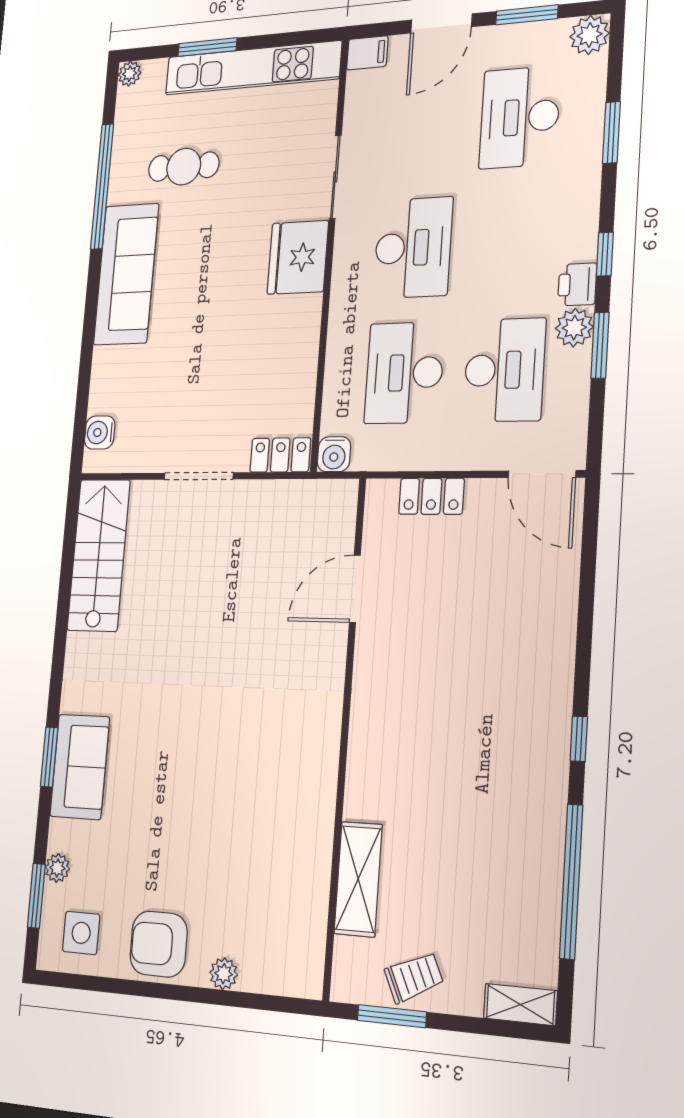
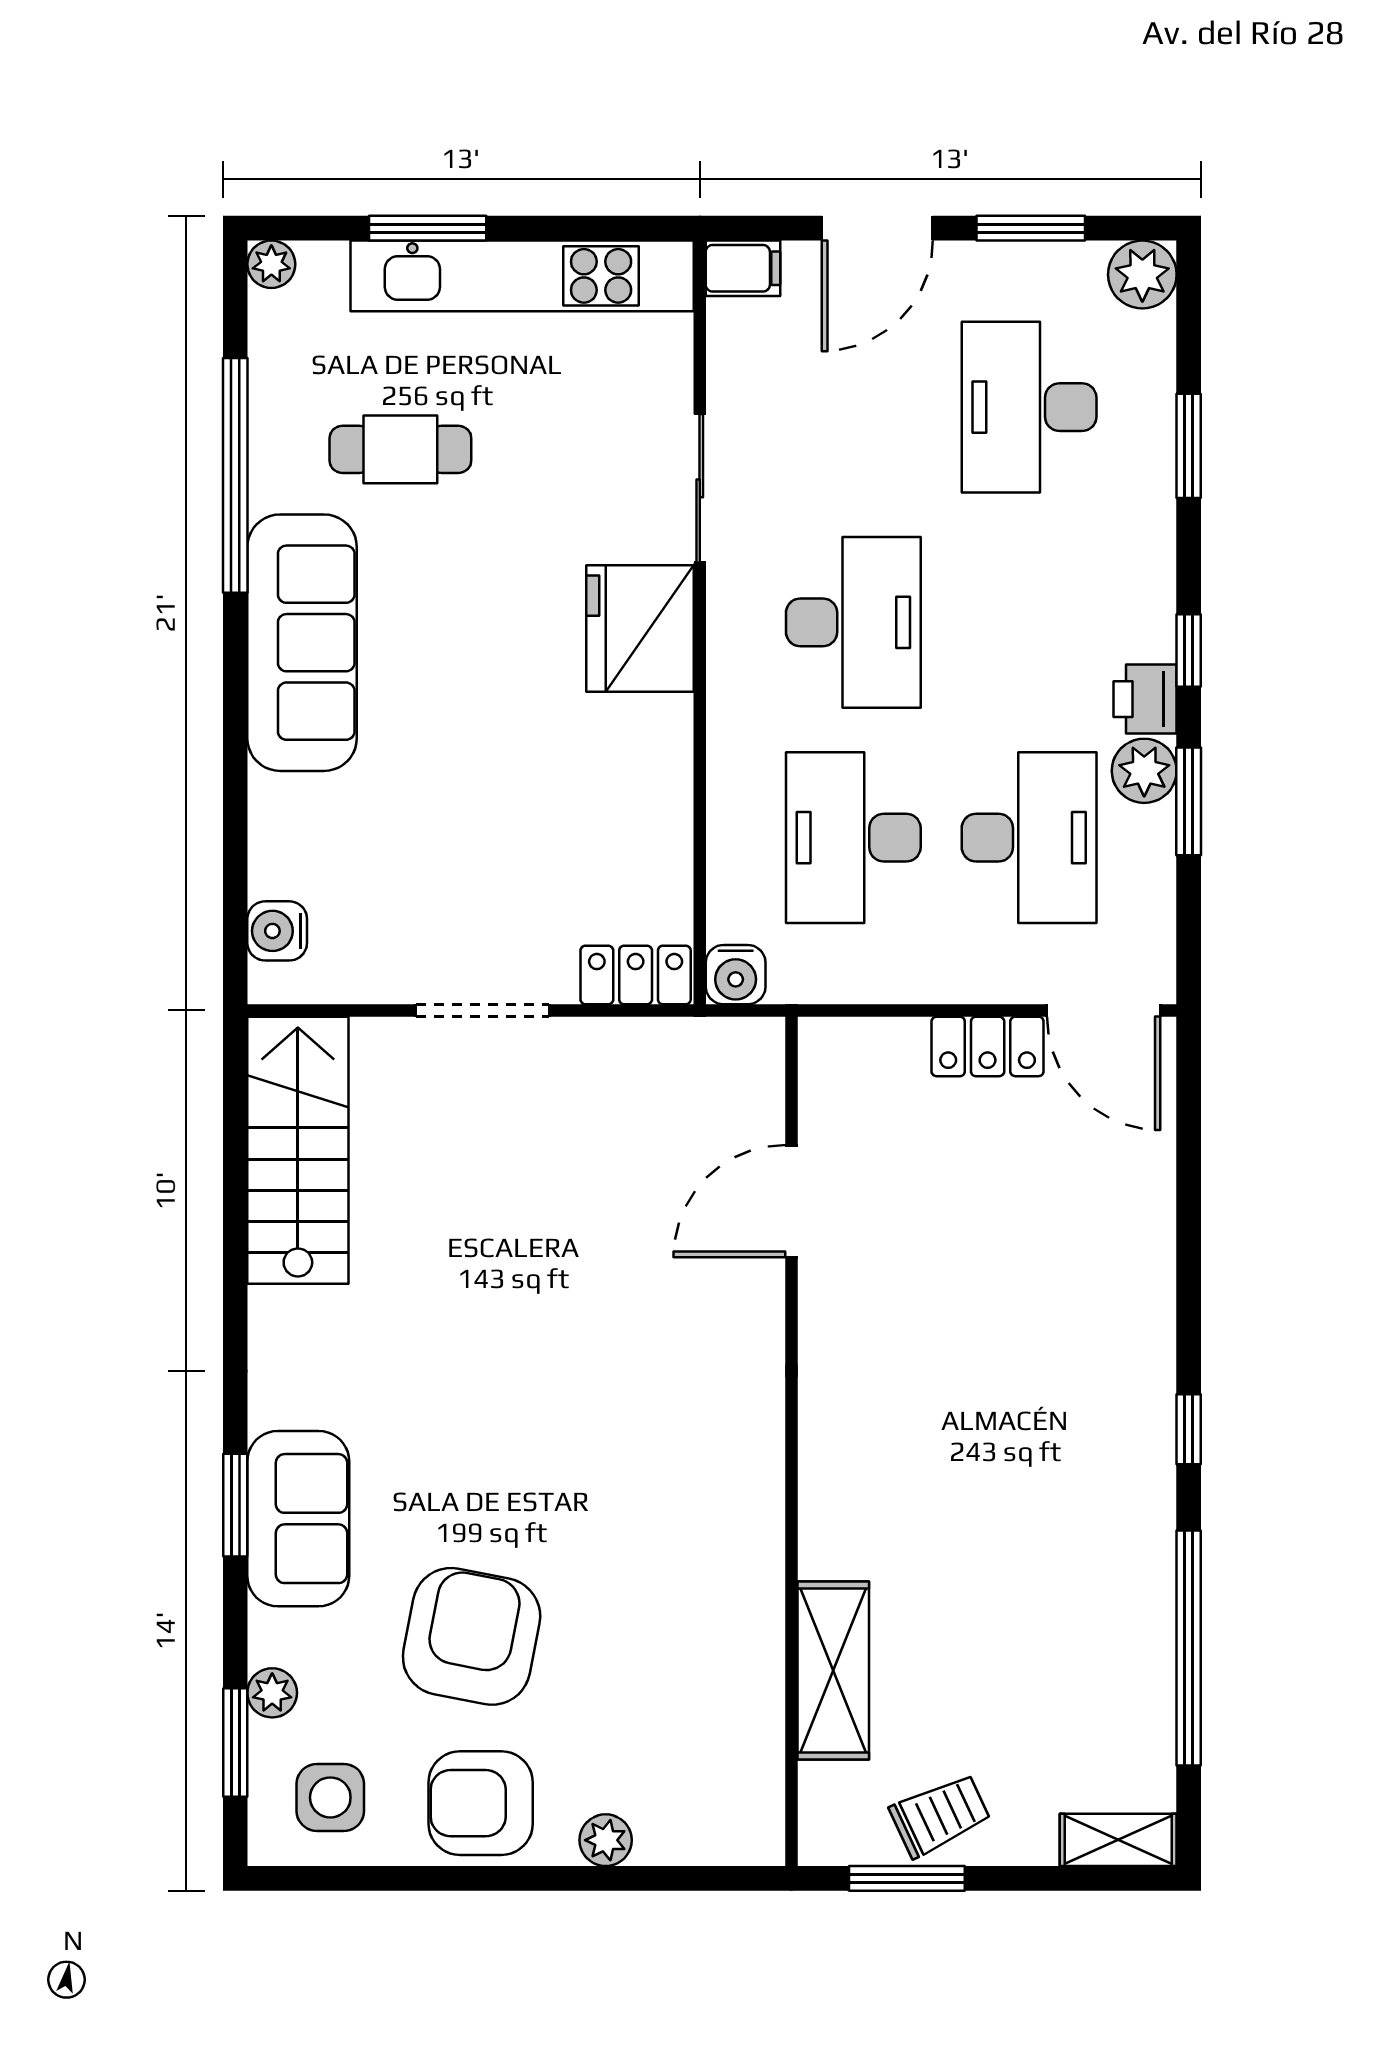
locker: (431, 496) -> (988, 1046), moved
armchair: (162, 843) -> (472, 1636), added

